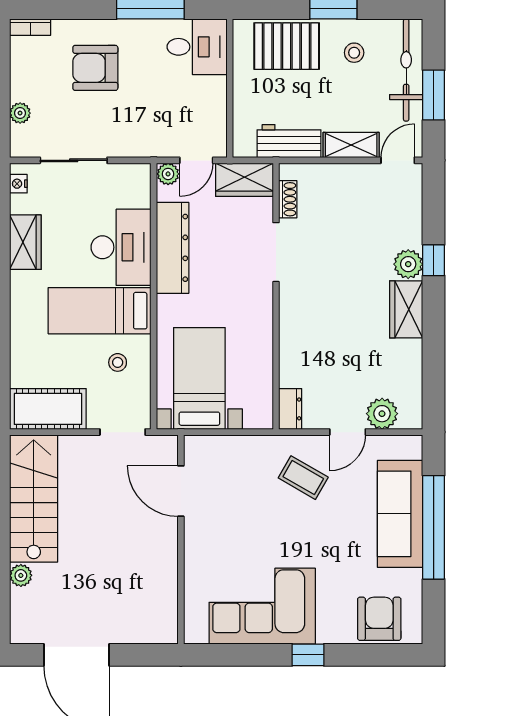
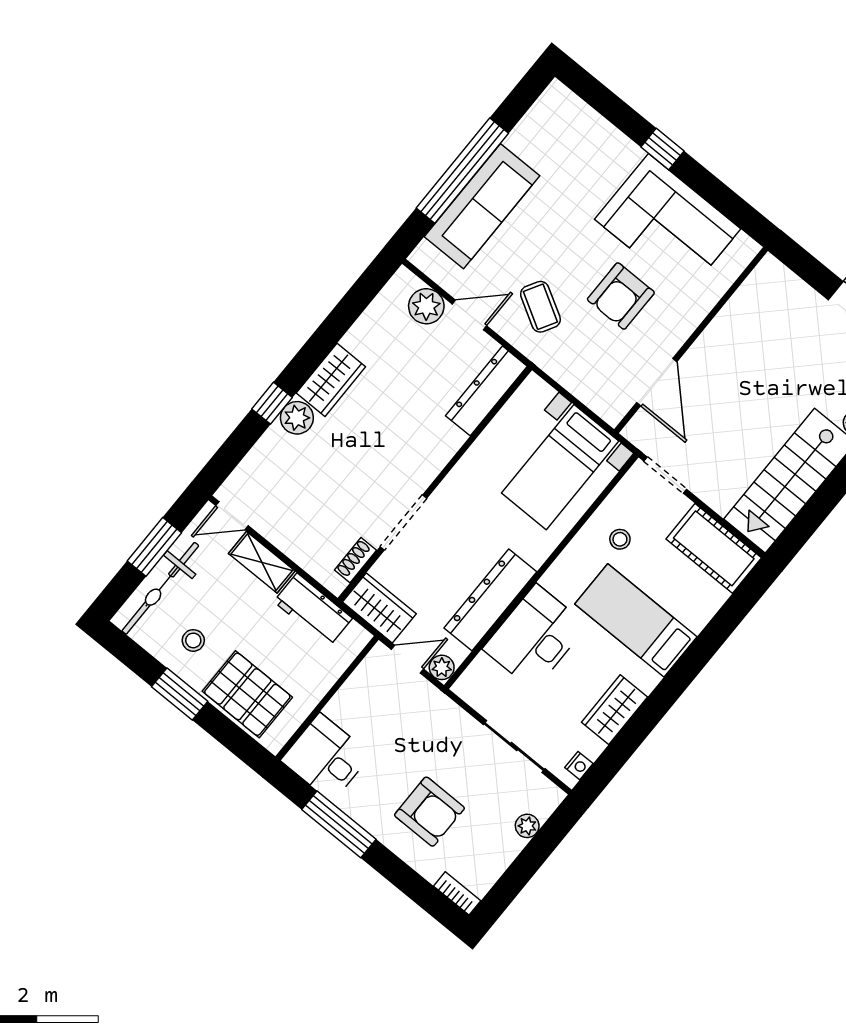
bed: (100, 311) -> (636, 620), moved, turned 180
dresser: (290, 409) -> (486, 391), width x1.96, depth x1.24
armchair: (379, 619) -> (621, 296), moved

